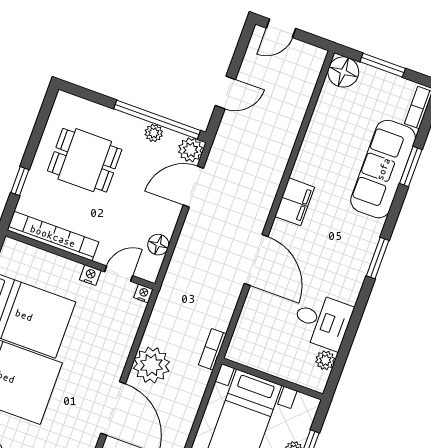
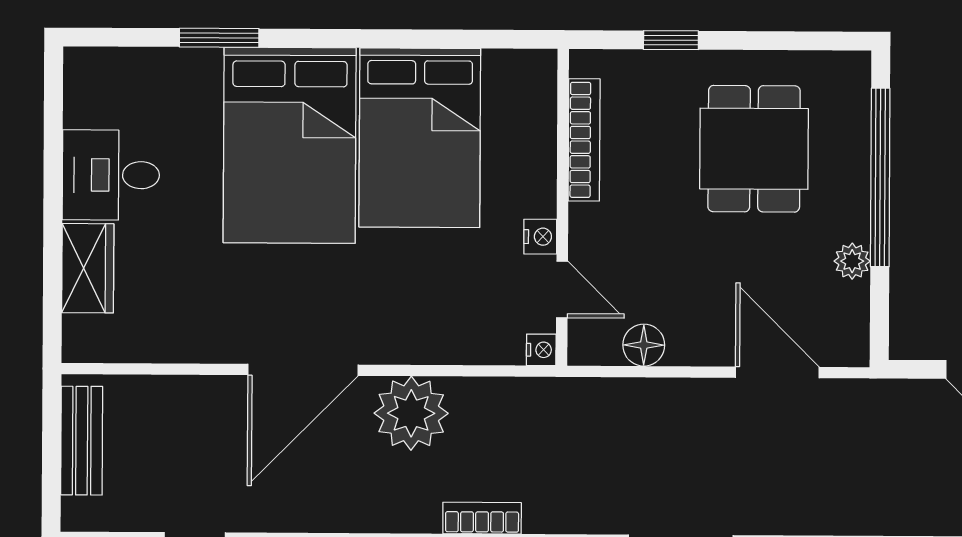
window: (157, 120) -> (880, 177), moved
plant: (191, 150) -> (845, 342), removed
bookcase: (53, 236) -> (584, 140), width x0.68, depth x0.76

